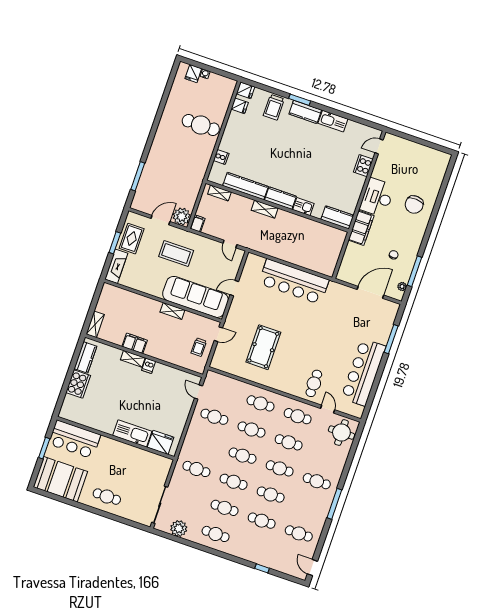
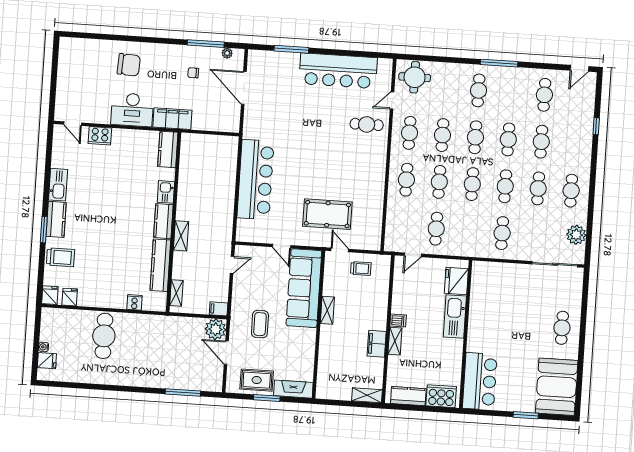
coffee table: (176, 254) -> (260, 324), width x0.73, depth x0.76
pool table: (263, 347) -> (327, 214), moved
kitchen sink: (132, 433) -> (455, 317), moved
wall: (116, 438) -> (466, 334), moved
bar counter: (74, 439) -> (480, 381), moved
fridge: (161, 442) -> (456, 281), moved

